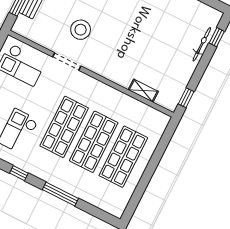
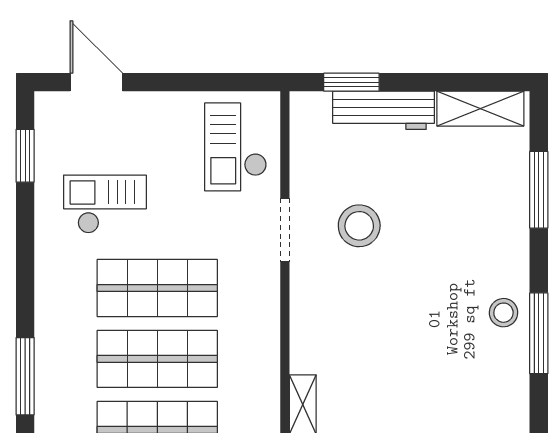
window: (19, 173) -> (25, 246), removed
window: (60, 194) -> (25, 376), moved

